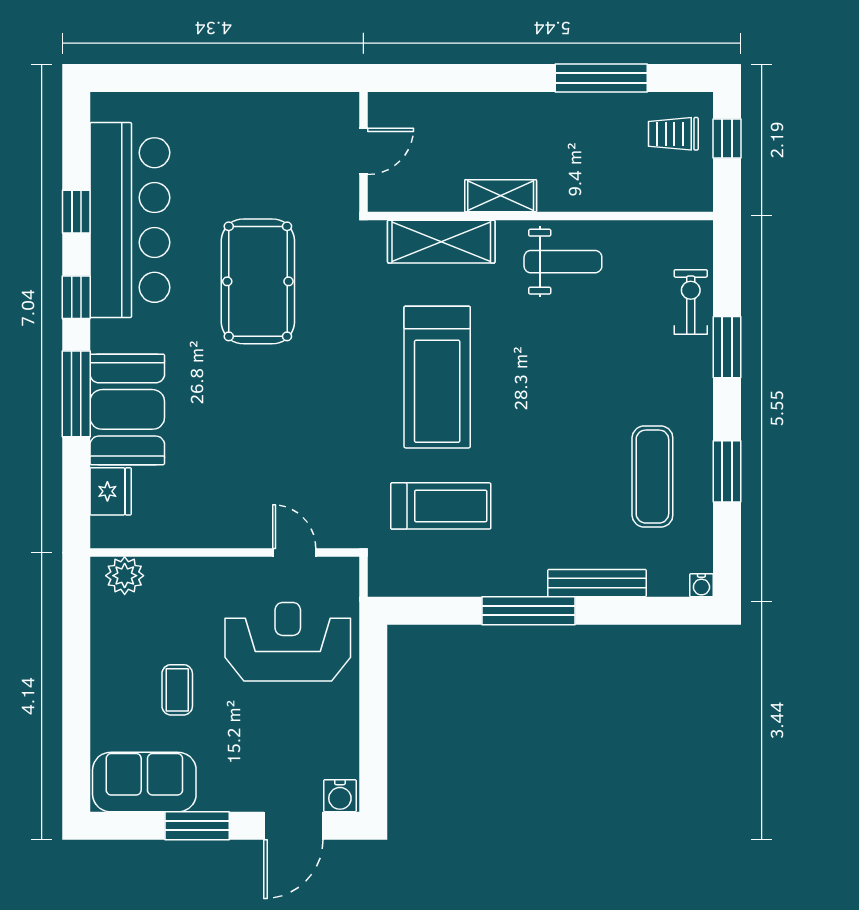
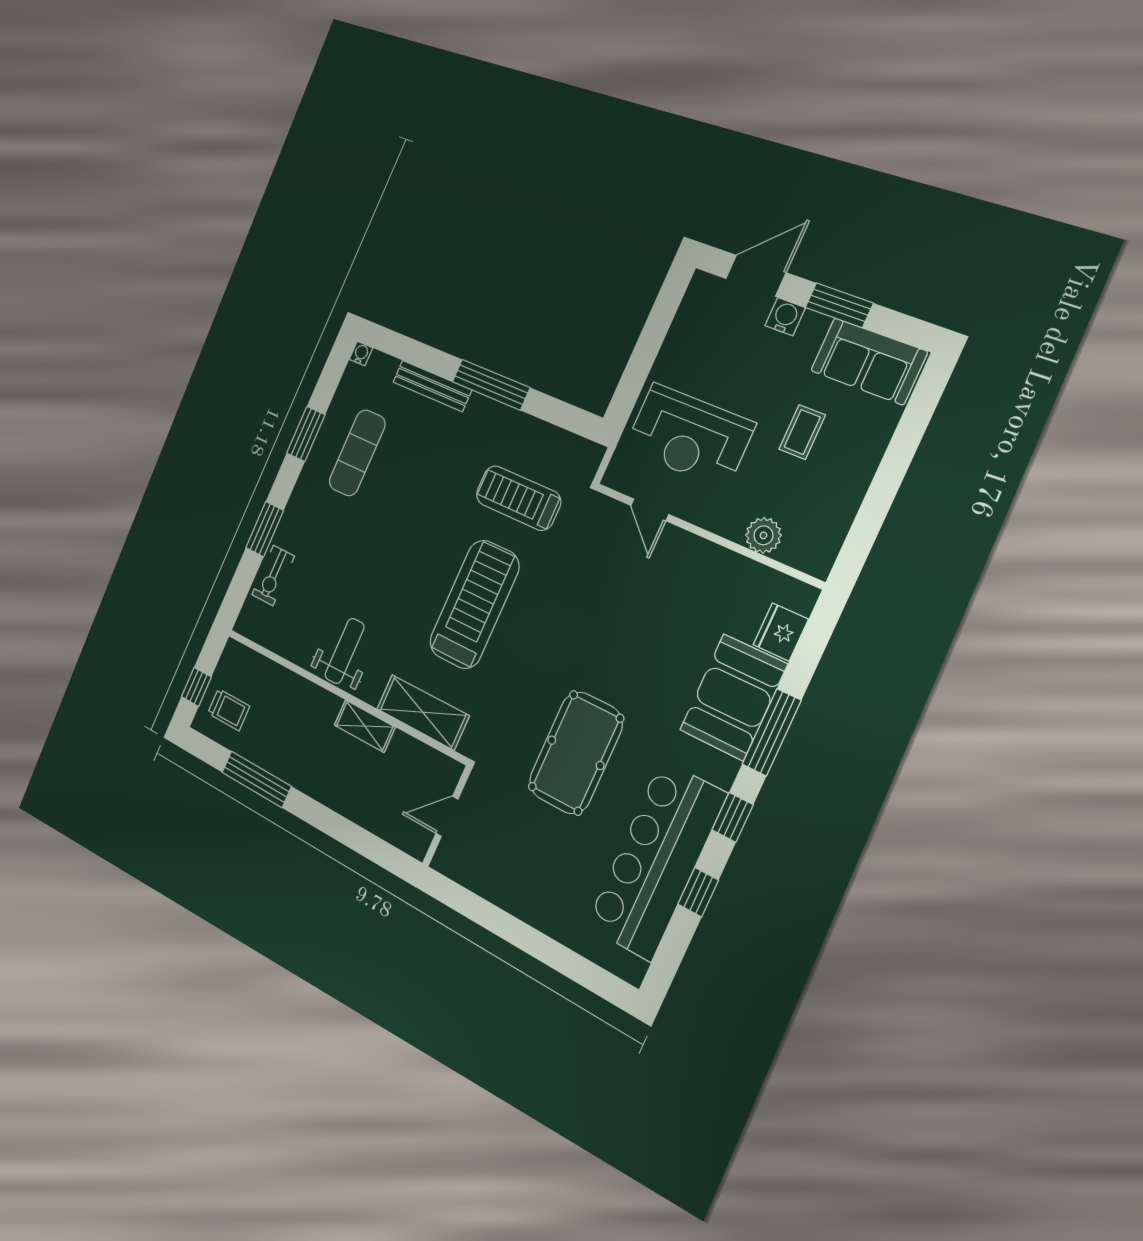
weight bench: (563, 262) -> (345, 651), turned 90
plant: (125, 576) -> (763, 535), moved
water cooler: (340, 796) -> (785, 317), moved

